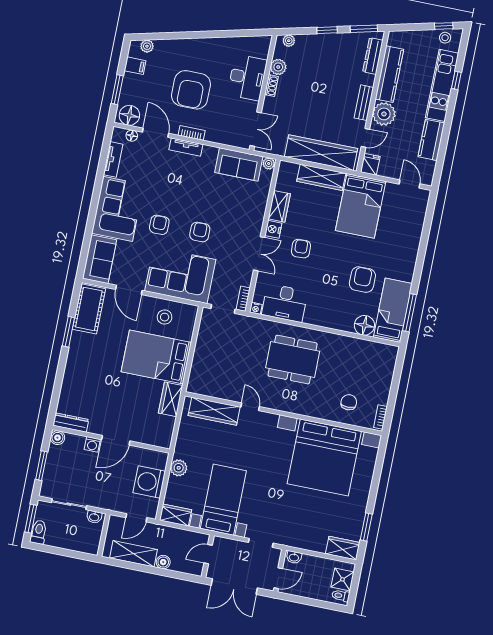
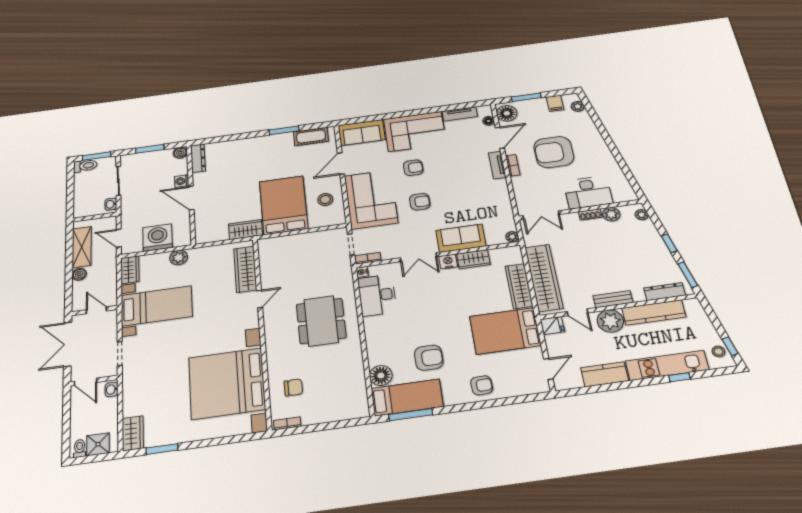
sofa: (239, 164) -> (461, 238), moved, turned 90
armchair: (301, 249) -> (482, 385), moved
cot: (89, 309) -> (311, 136), width x0.73, depth x0.75

